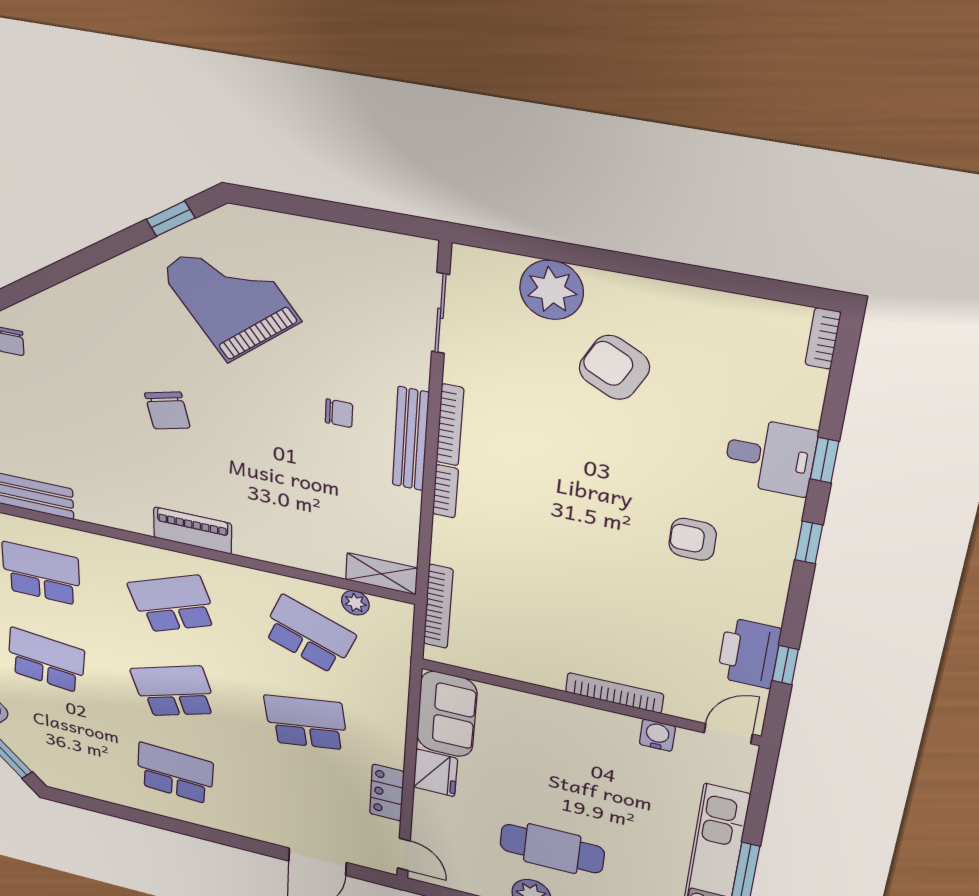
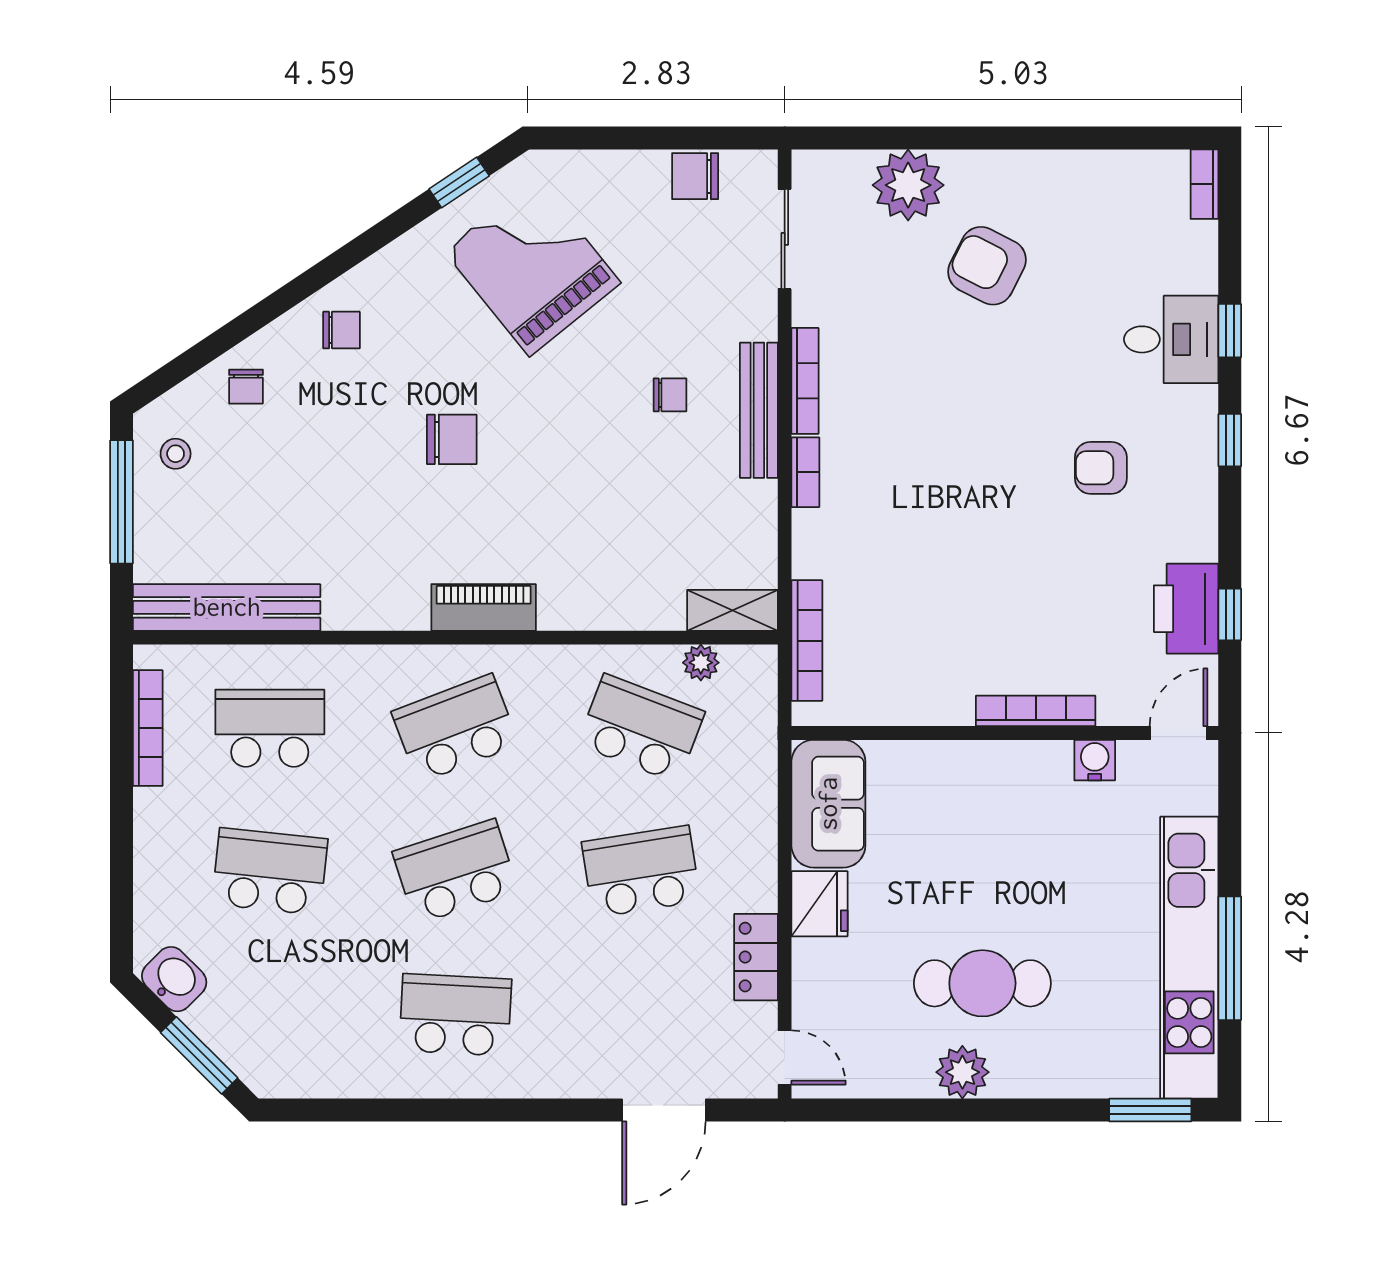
chair: (367, 249) -> (695, 176), added
chair: (81, 314) -> (342, 330), added
chair: (167, 410) -> (452, 439), turned -76

